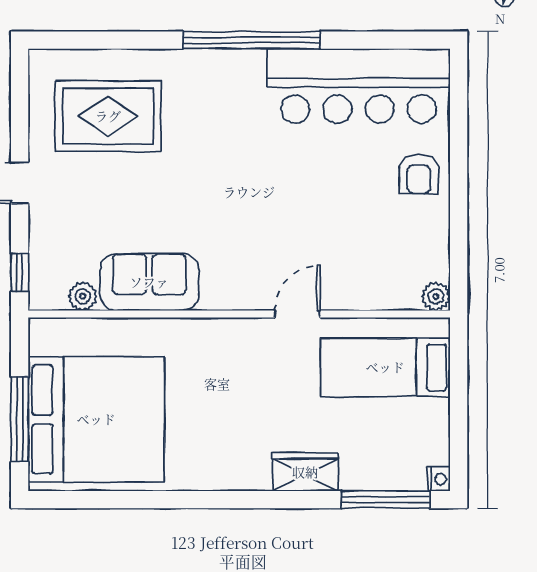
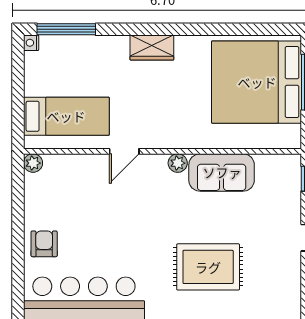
rug: (108, 116) -> (208, 267), moved
plant: (83, 296) -> (178, 163), moved
wardrobe: (305, 472) -> (152, 47), moved

